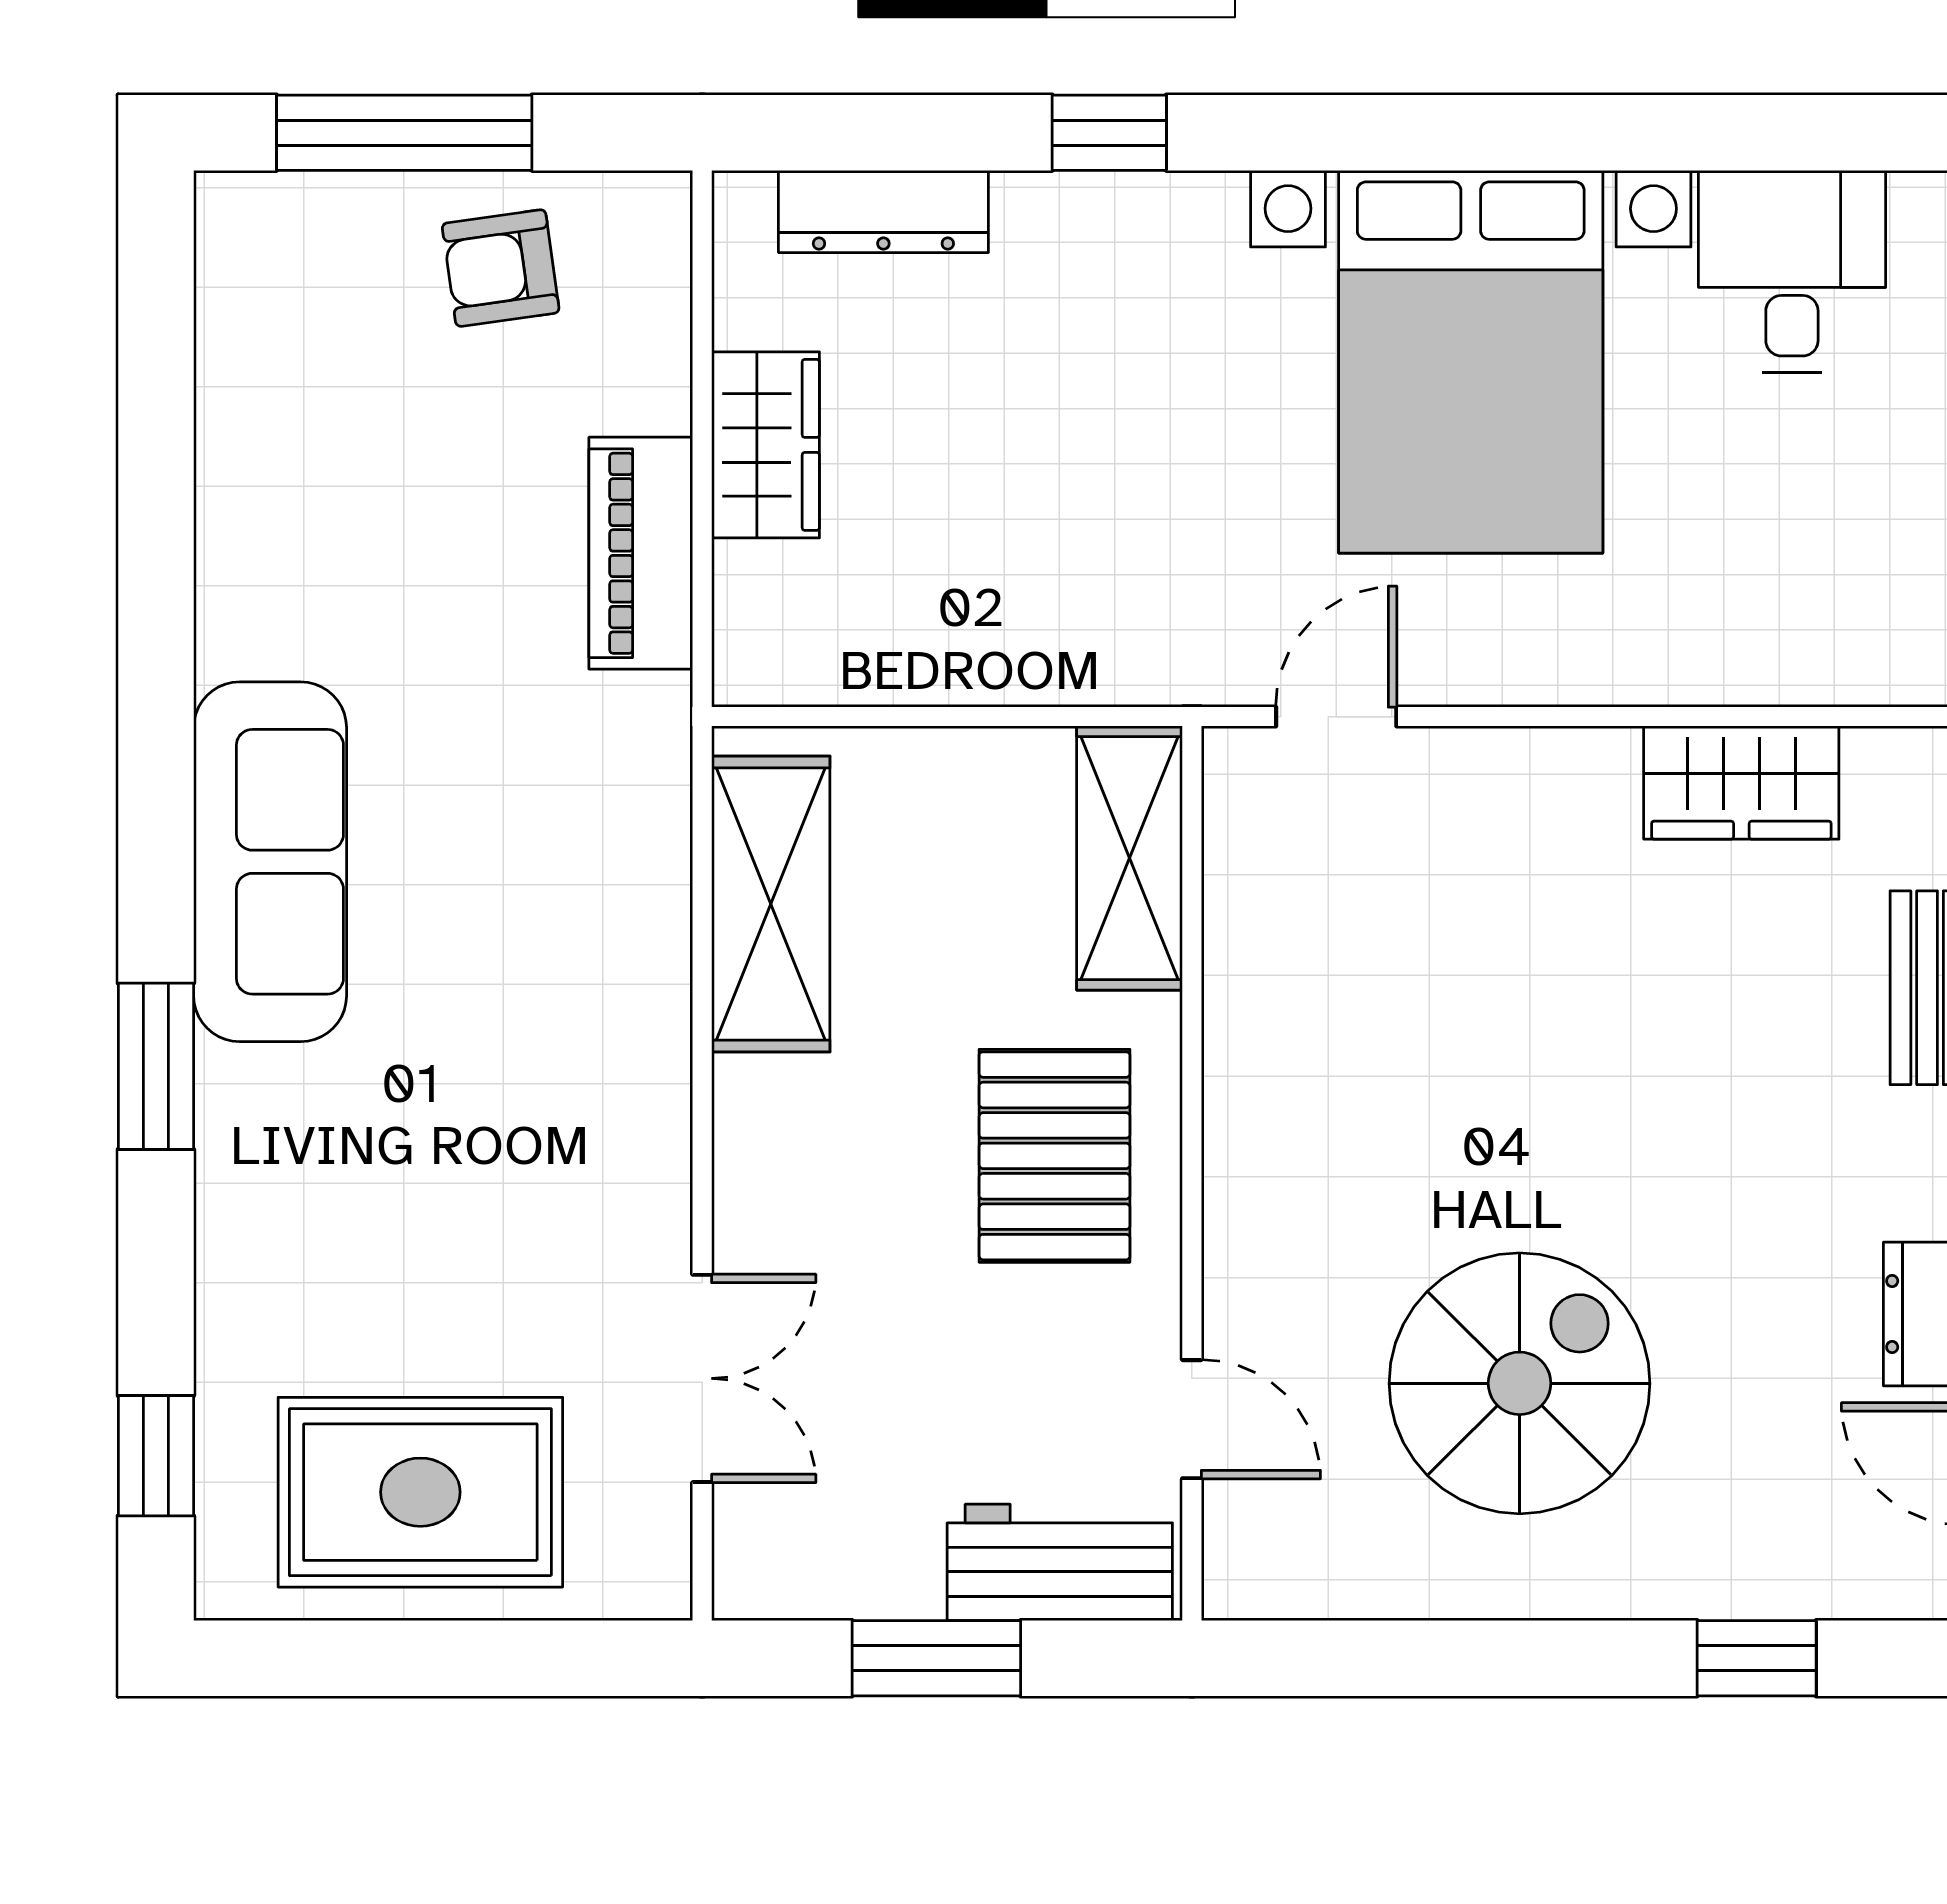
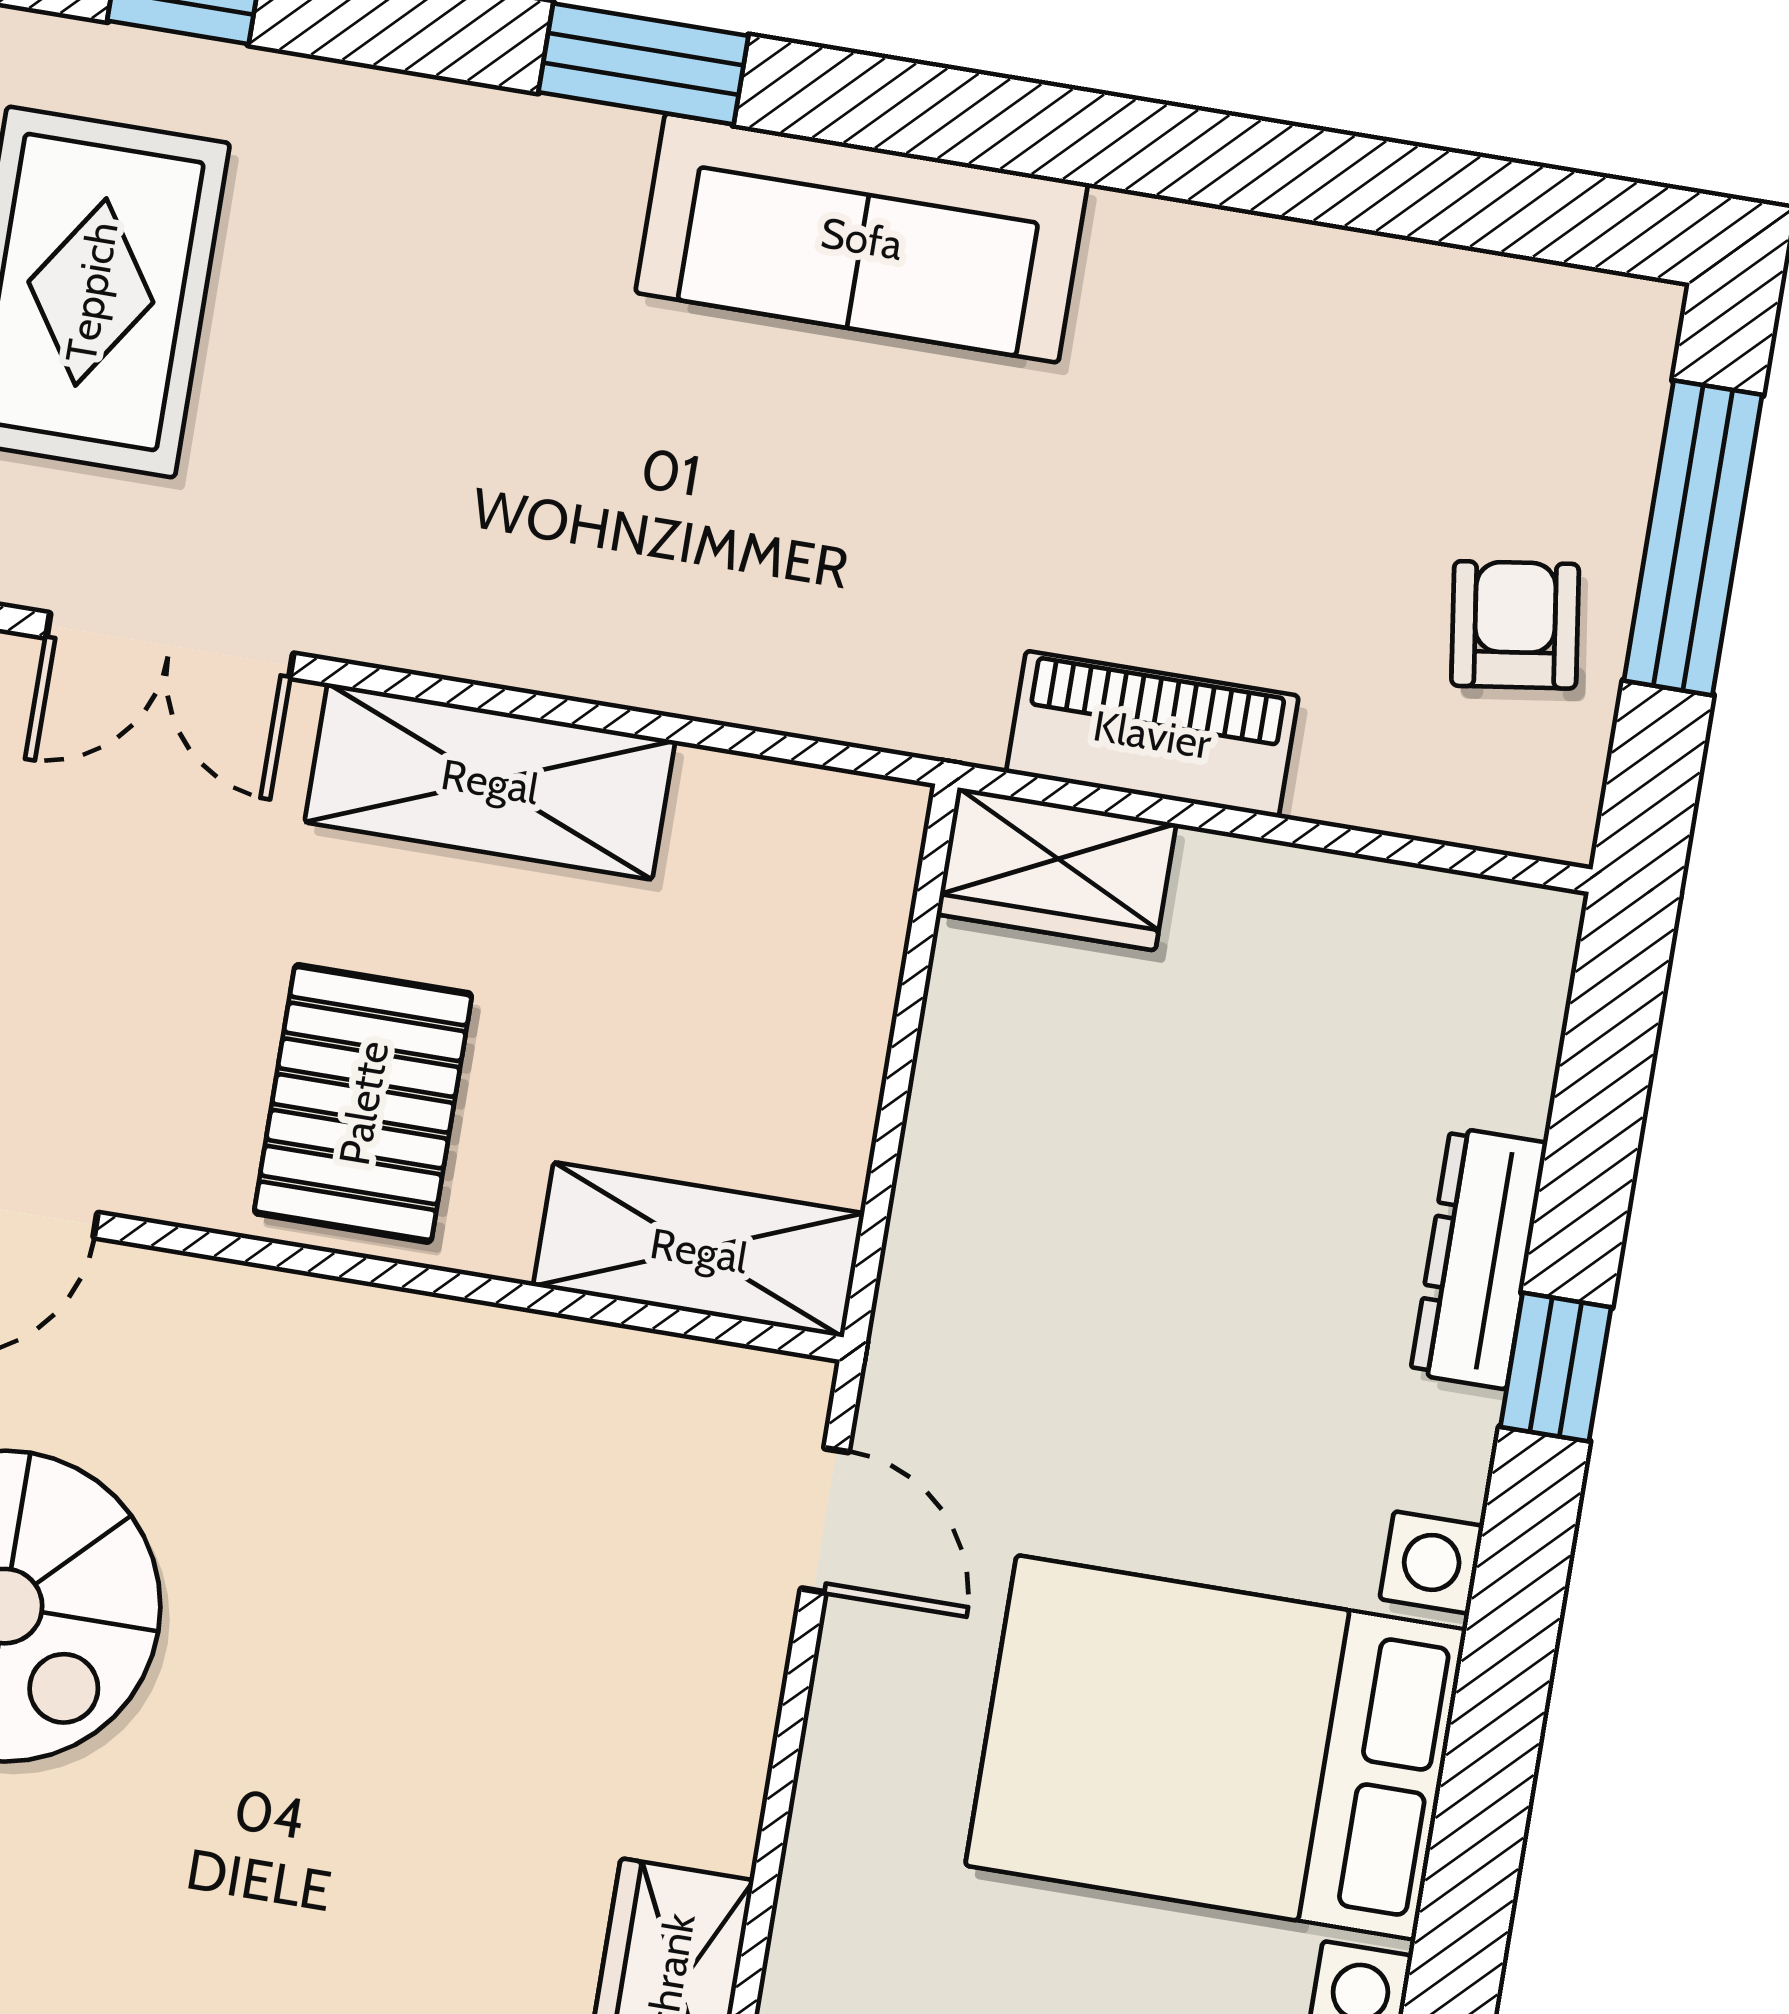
dresser: (883, 211) -> (1479, 1258), moved
wardrobe: (766, 445) -> (1056, 869), moved
shelving: (771, 904) -> (490, 781), moved
pallet: (1055, 1156) -> (363, 1103), turned 90

